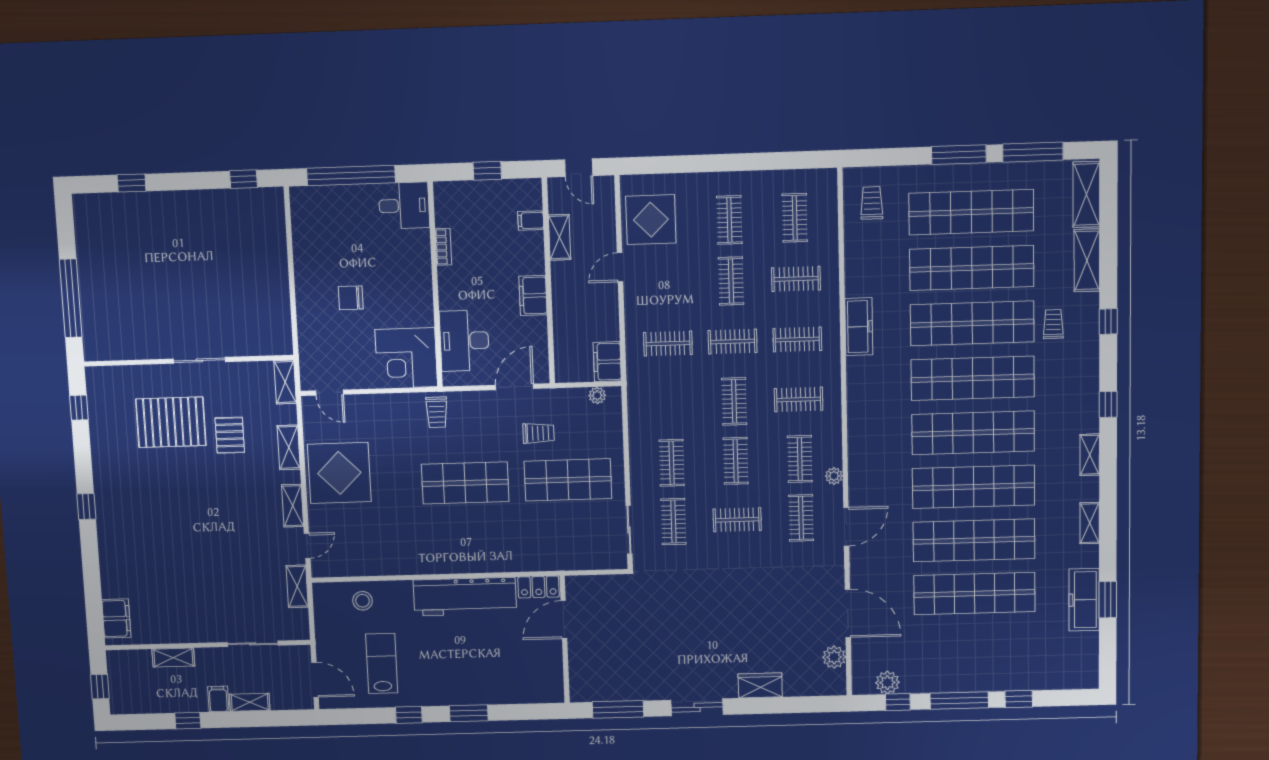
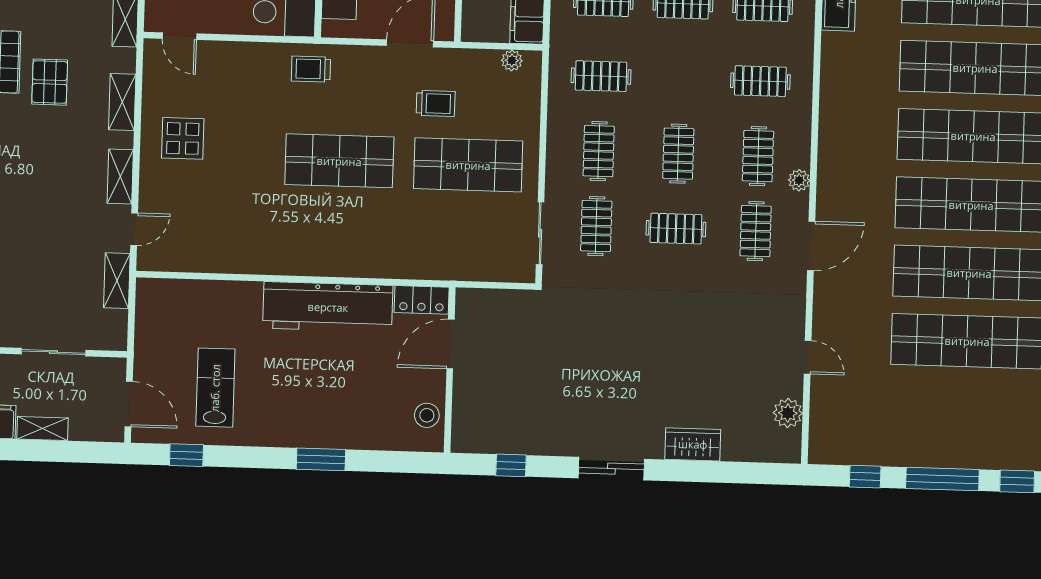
clothes rail: (734, 401) -> (601, 76), moved, turned 90
trolley: (437, 412) -> (311, 69), turned 90
display table: (339, 473) -> (183, 138), width x0.54, depth x0.54
stool: (363, 601) -> (427, 415), moved
door: (848, 613) -> (808, 357), width x0.53
plant: (887, 683) -> (853, 450), removed
window: (618, 709) -> (511, 465), width x0.46
window: (409, 715) -> (186, 455), moved

